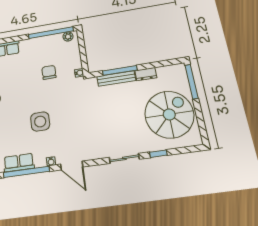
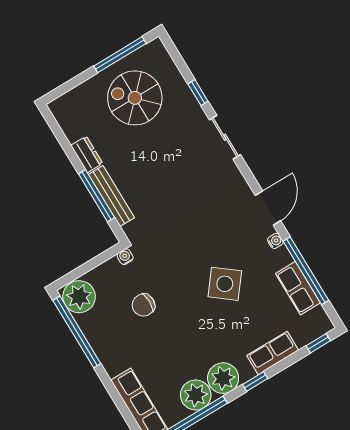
plant: (68, 37) -> (79, 297), width x1.87, depth x1.87
window: (192, 82) -> (120, 55), moved
spiral stairs: (169, 114) -> (135, 98), width x0.73, depth x0.73
side table: (40, 122) -> (225, 284), turned 38

